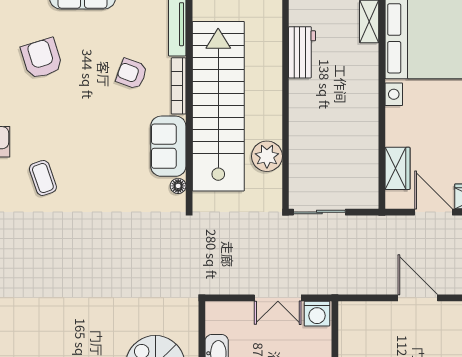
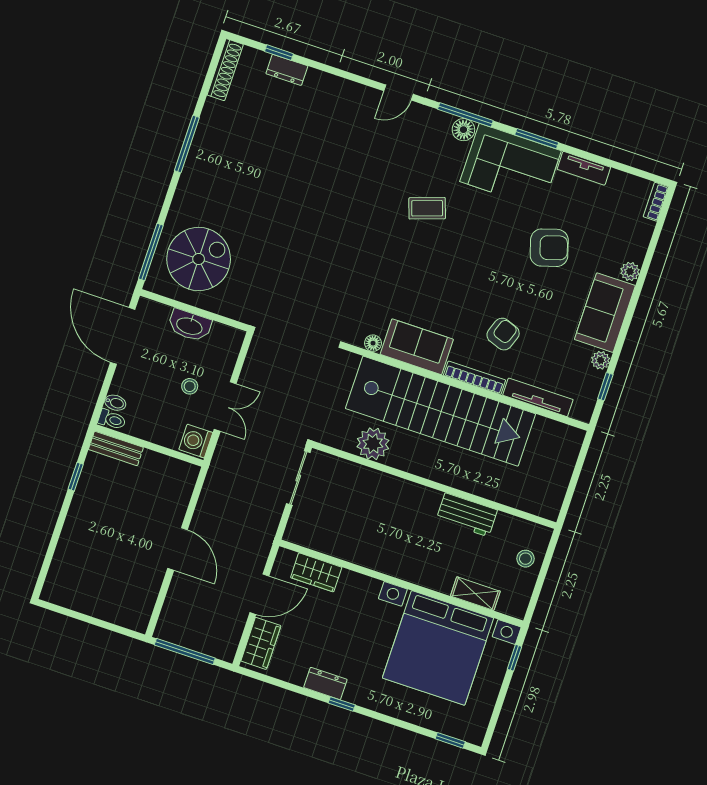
double door: (278, 298) -> (225, 406), swing flipped
door: (418, 298) -> (178, 549), hinge flipped
stool: (270, 335) -> (190, 386), added

